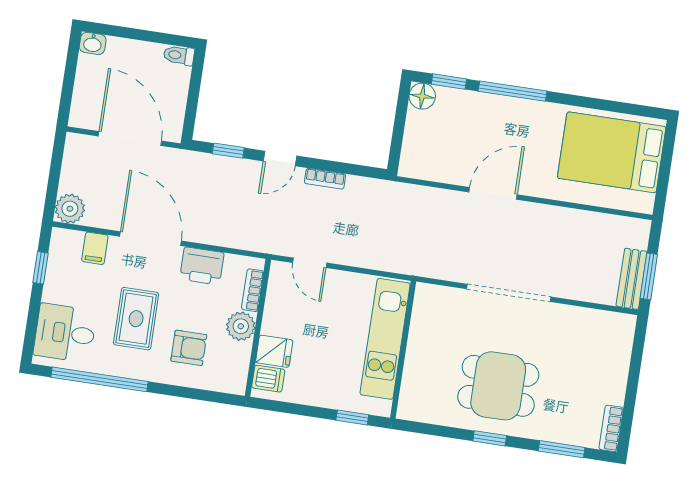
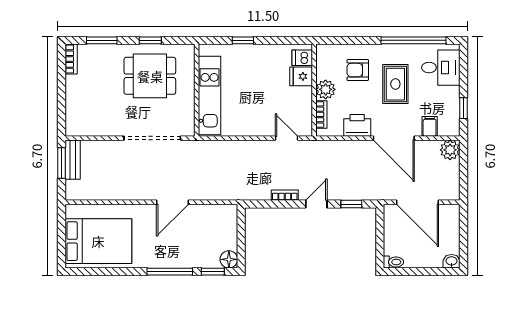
kitchen unit: (385, 339) -> (210, 96), moved
wall: (403, 350) -> (197, 90), moved

